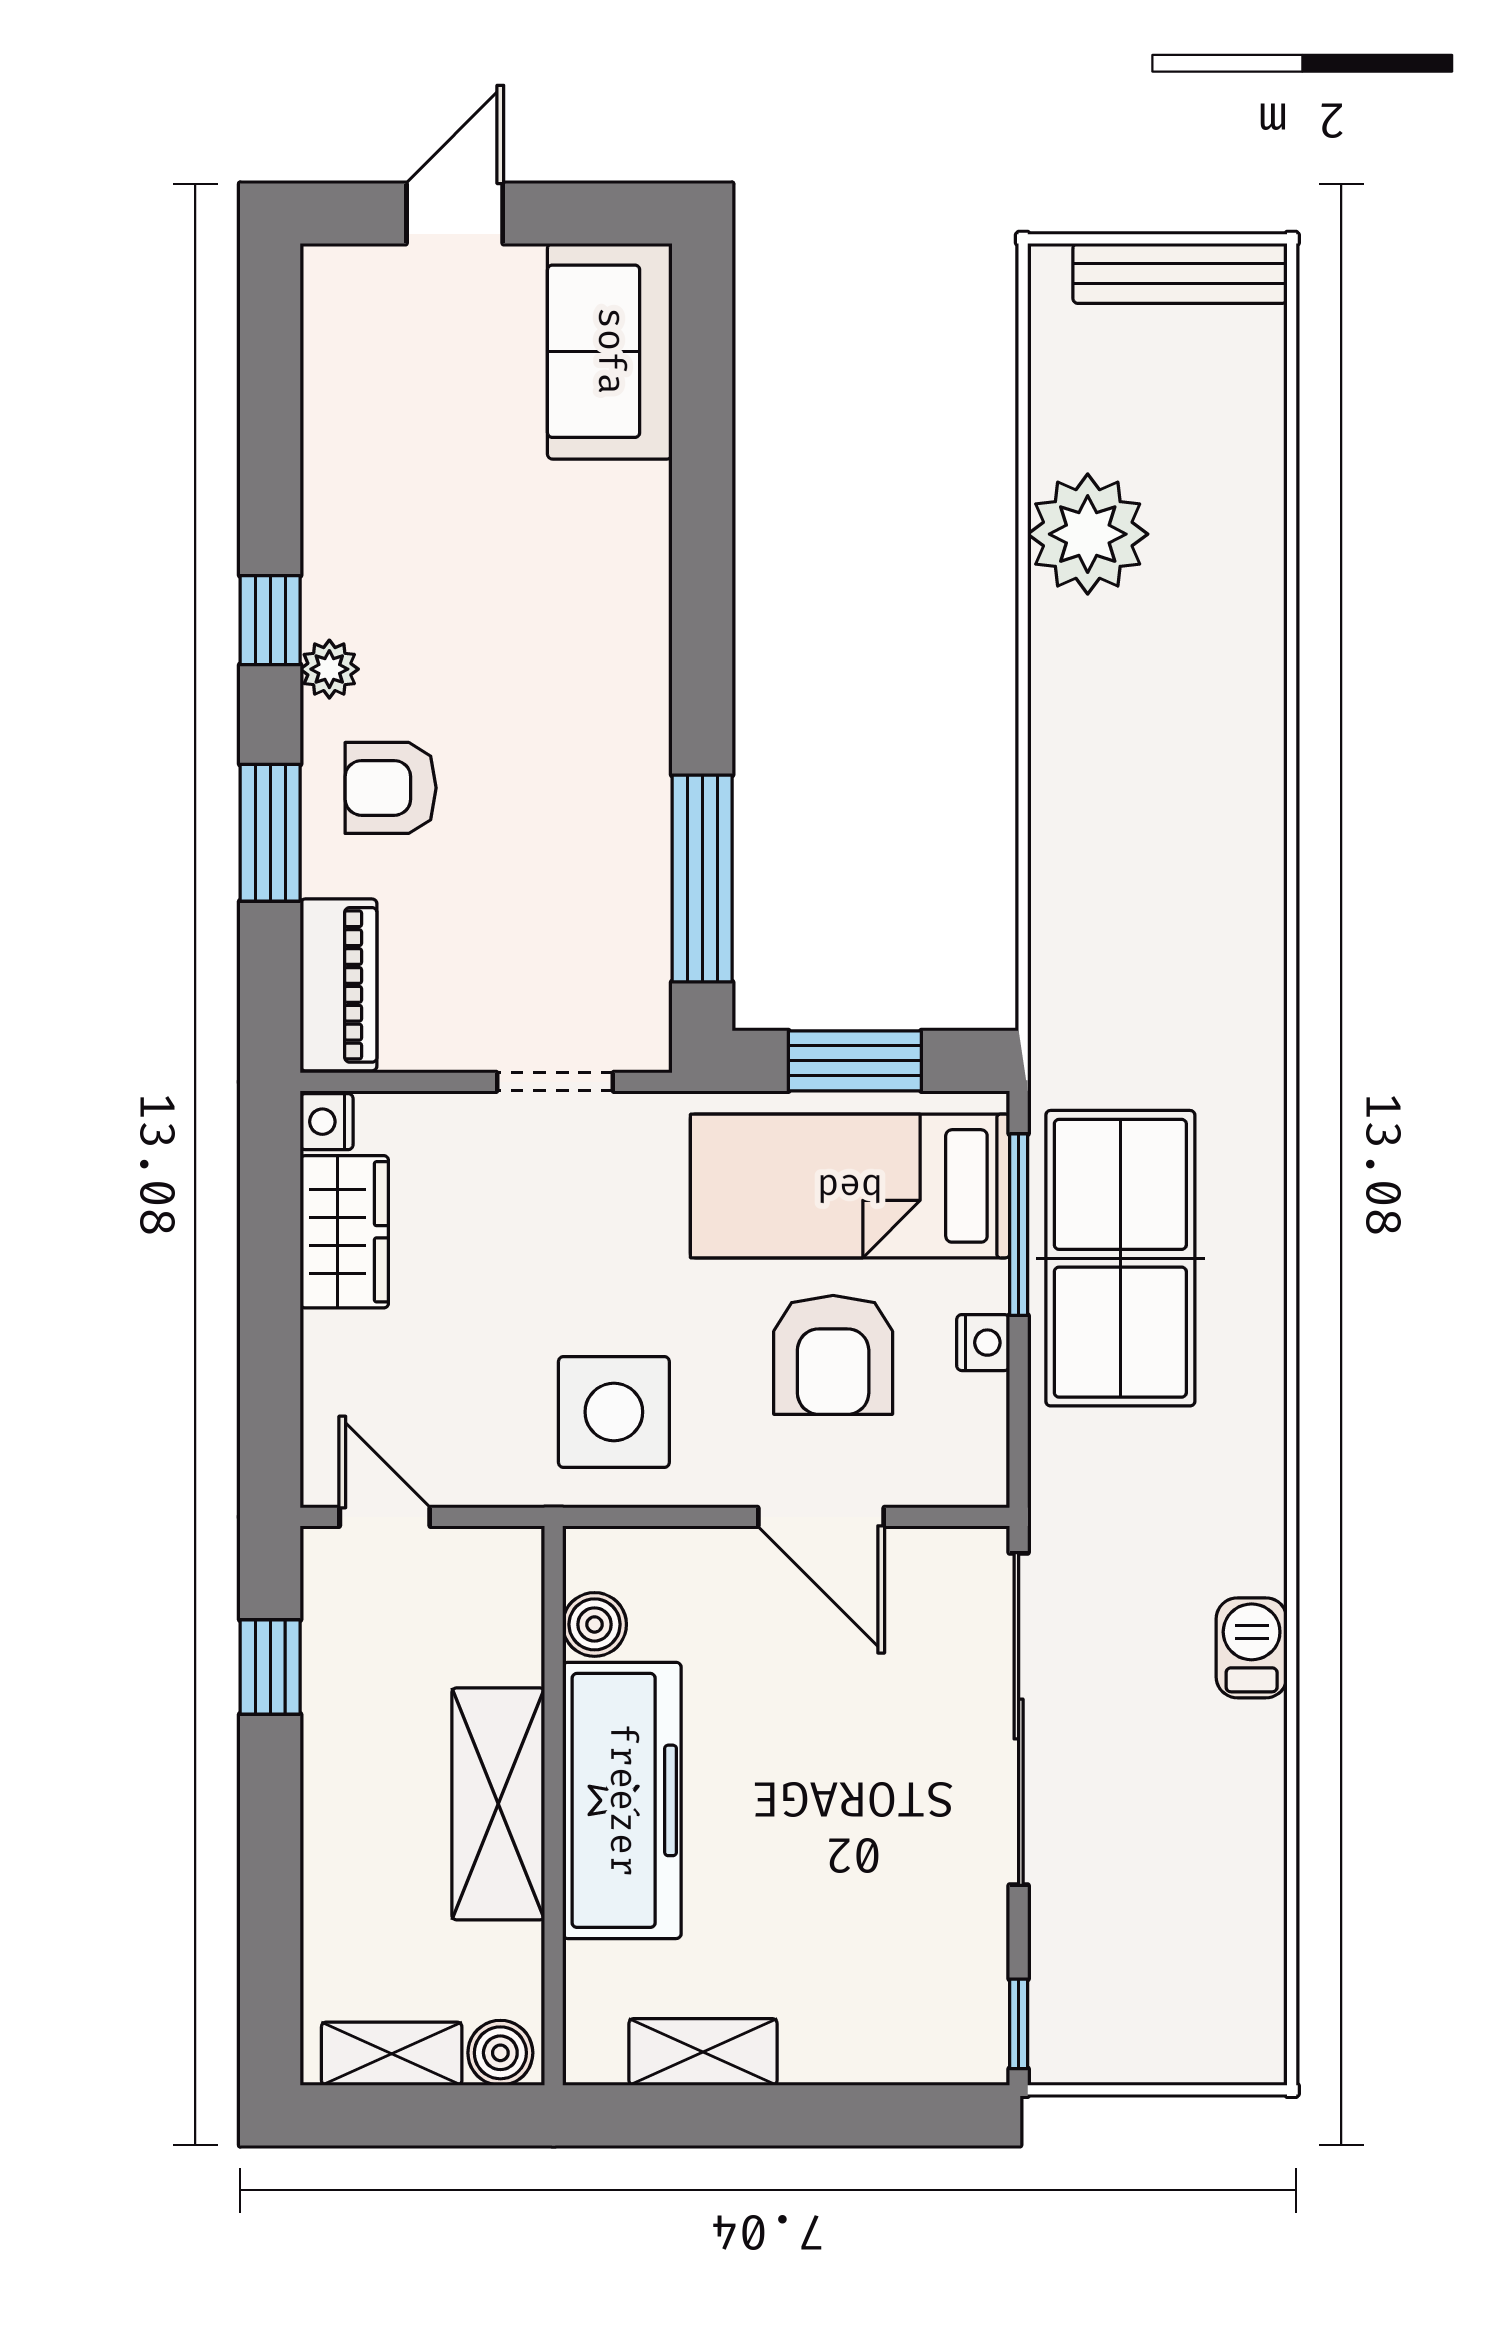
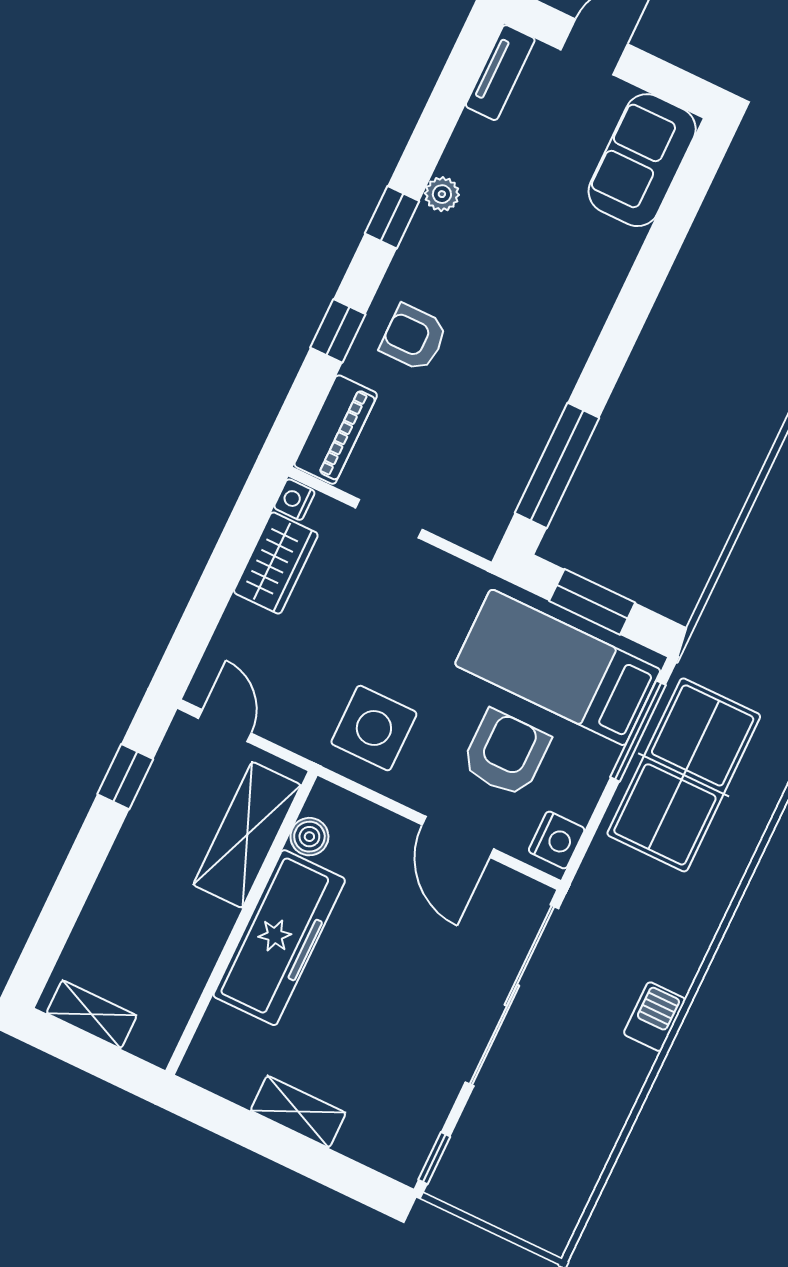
tv unit: (330, 321) -> (500, 73), added
plant: (329, 669) -> (442, 194), moved
window: (270, 833) -> (338, 331), width x0.67
doorway: (555, 1082) -> (389, 519), moved
nightstand: (983, 1343) -> (557, 840), moved, width x1.39, depth x1.35
armchair: (833, 1355) -> (506, 753), turned 180
shelving: (498, 1804) -> (247, 835), moved
shelving: (703, 2052) -> (298, 1112), moved
boiler: (500, 2053) -> (150, 1042), removed

